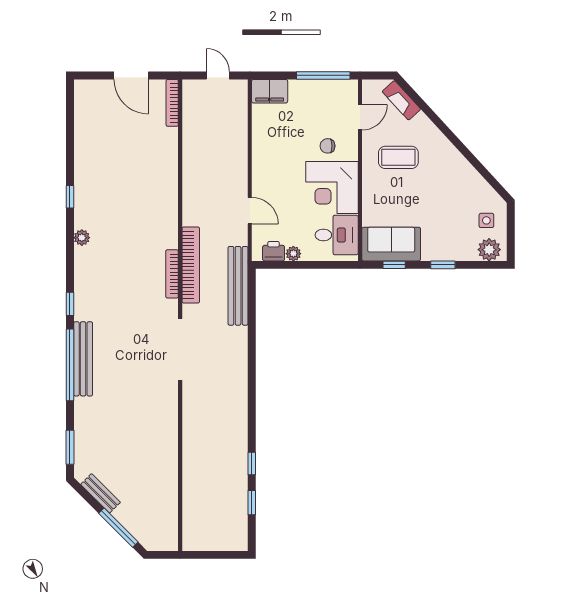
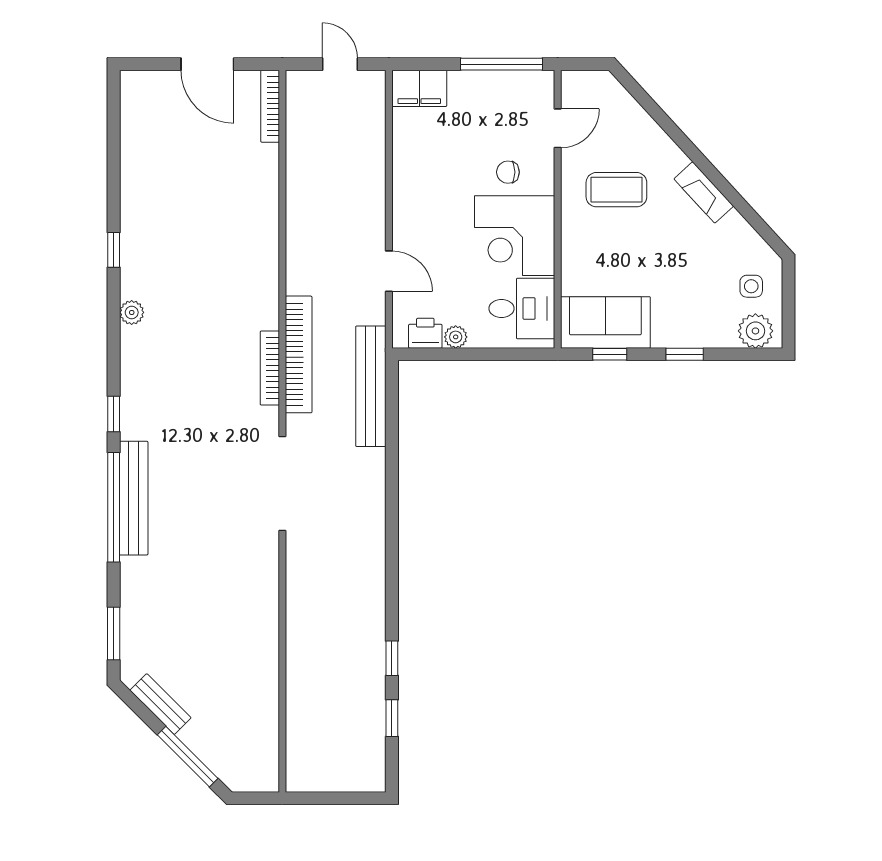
fireplace: (401, 100) -> (704, 192), moved

